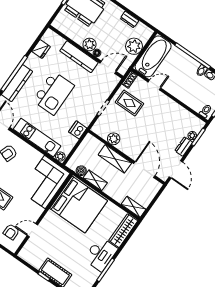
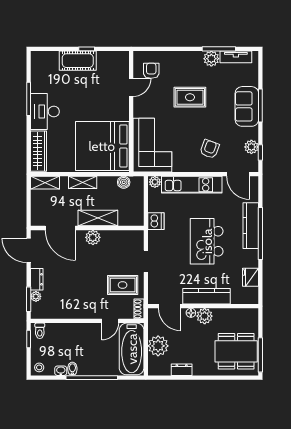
door: (108, 67) -> (169, 306), hinge flipped
plant: (114, 139) -> (93, 237), moved
shelving: (95, 180) -> (83, 182), moved

